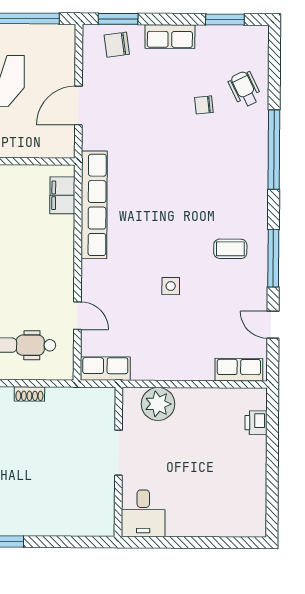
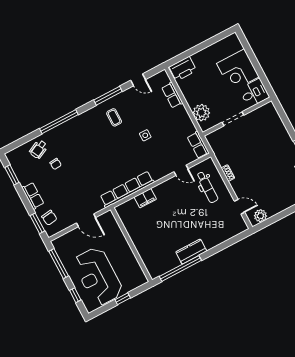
filing cabinet: (62, 195) -> (145, 198), moved
door: (77, 316) -> (181, 170), swing flipped
door: (273, 325) -> (138, 80), hinge flipped
row of seats: (239, 370) -> (172, 95), moved
printer: (256, 423) -> (183, 69), width x1.87, depth x1.48
corner desk: (198, 506) -> (238, 70), added

